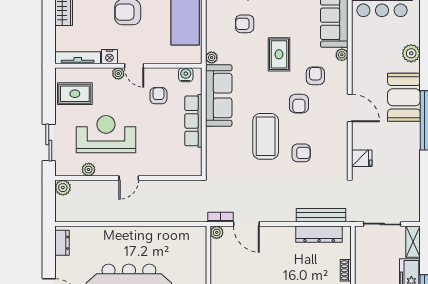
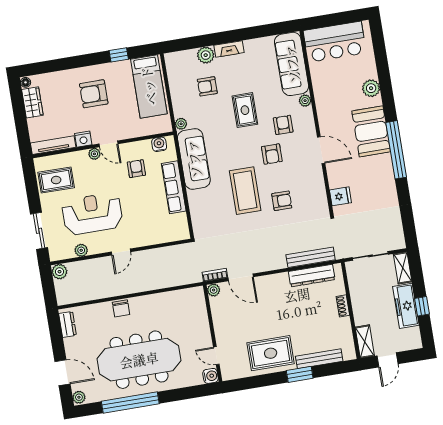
chair: (119, 235) -> (121, 308), added

